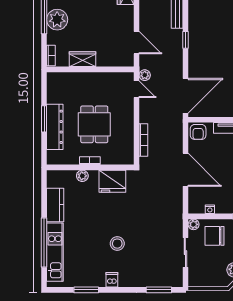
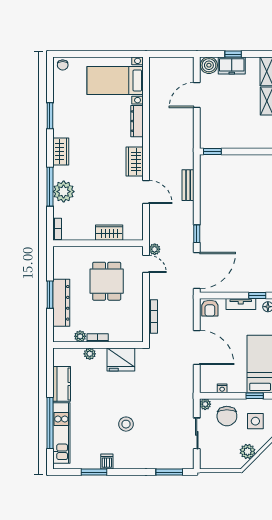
window: (185, 40) -> (197, 234), moved
door: (137, 43) -> (146, 192), moved
wardrobe: (82, 59) -> (109, 233), moved
dining table: (94, 124) -> (107, 281), moved
plant: (73, 159) -> (80, 336), added
chair: (214, 236) -> (227, 416), turned -90
dishwasher: (112, 280) -> (107, 462), moved

